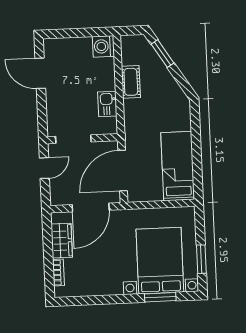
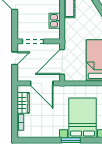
door: (91, 207) -> (42, 83), hinge flipped
window: (160, 297) -> (71, 140), moved

